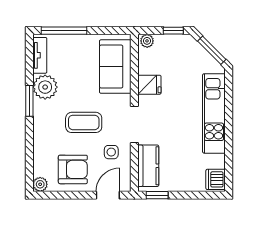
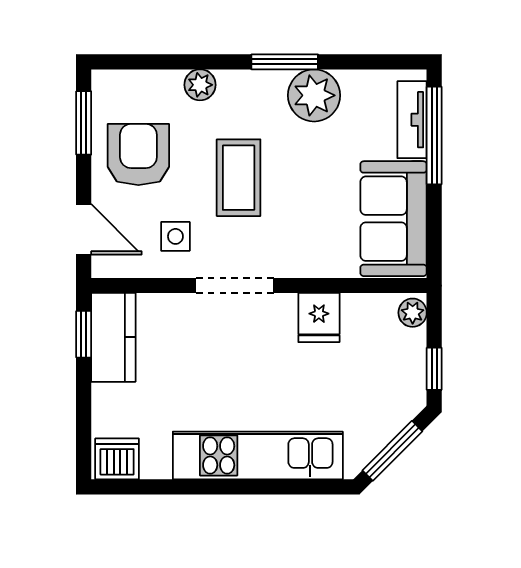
tv unit: (40, 55) -> (412, 120), moved, turned 90
sofa: (115, 67) -> (394, 219), moved, turned -90
kitchen counter: (148, 166) -> (113, 337), moved, turned -90
armchair: (73, 169) -> (138, 155), turned 180
plant: (40, 184) -> (200, 85), moved
window: (58, 195) -> (84, 123), added

